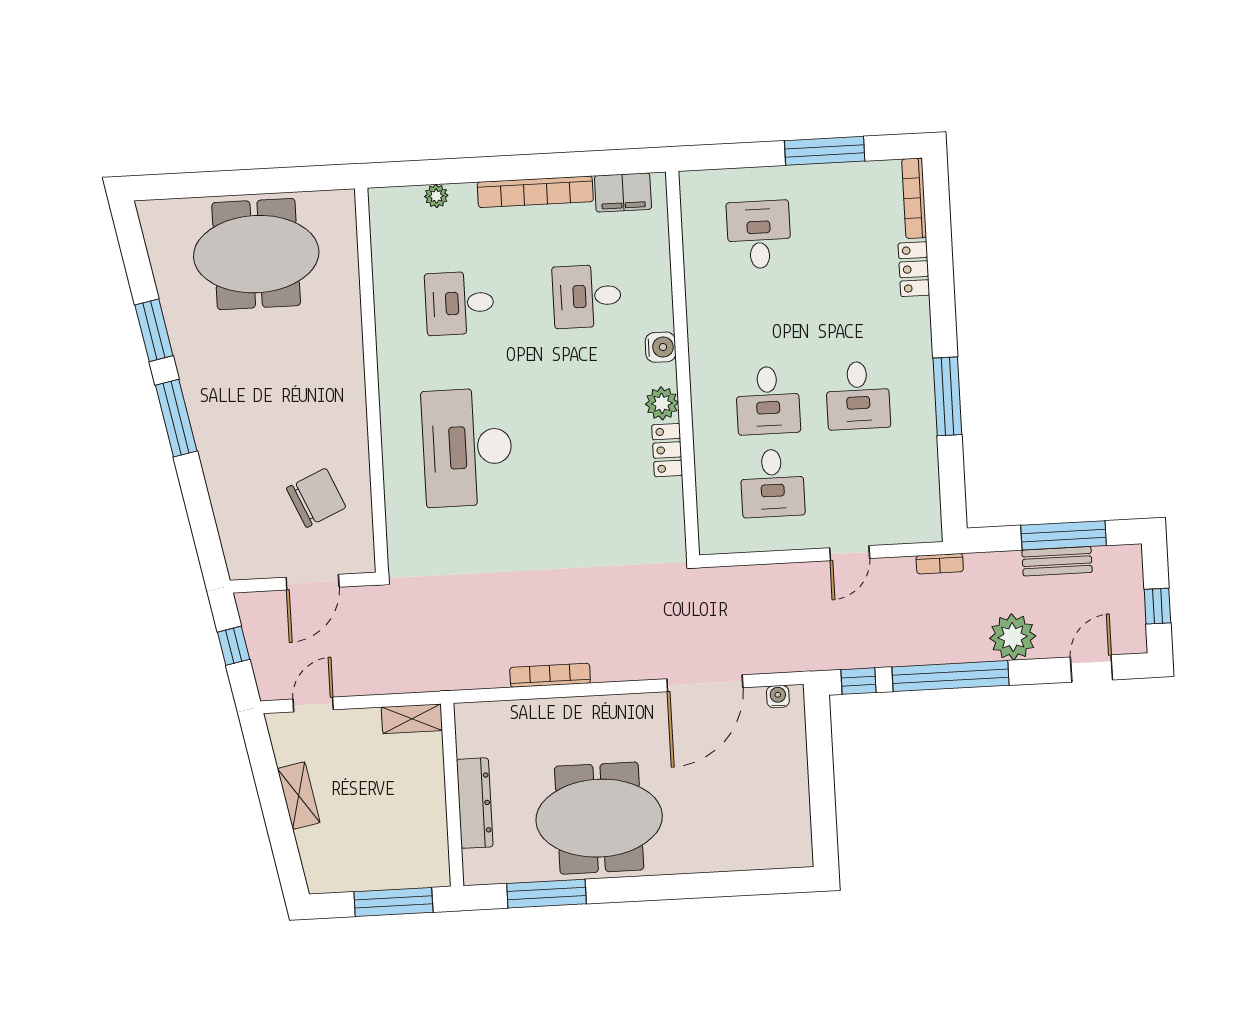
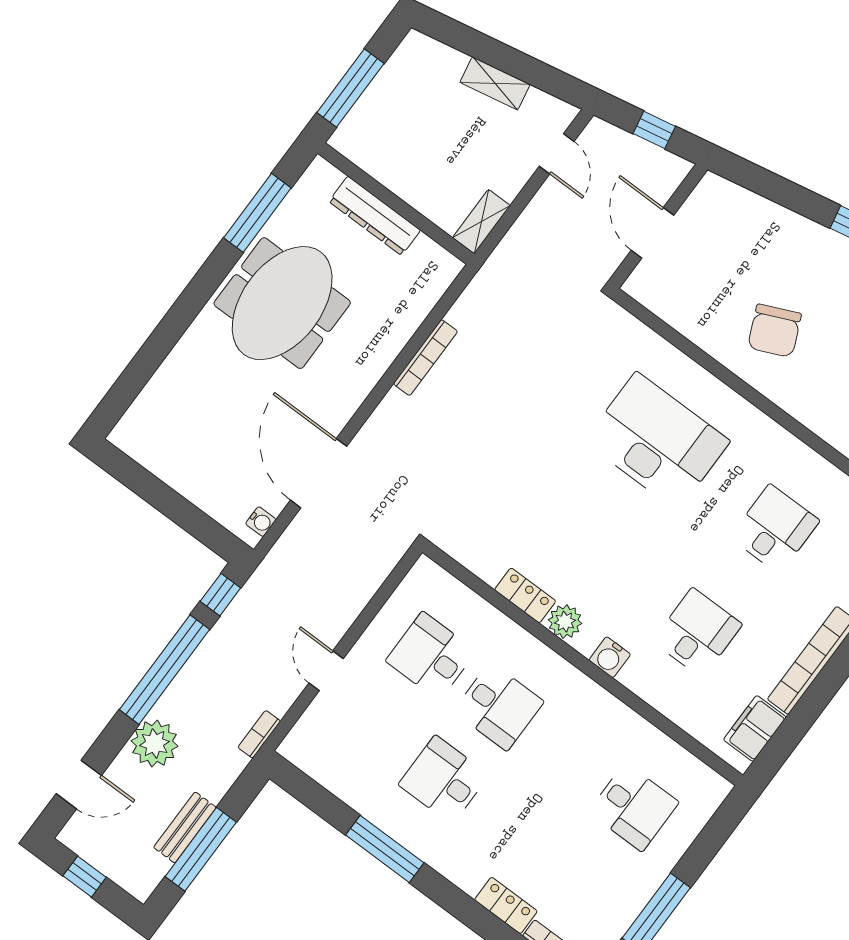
desk: (768, 400) -> (498, 706), turned 180
chair: (316, 498) -> (774, 331), moved
door: (1091, 668) -> (79, 785), hinge flipped

